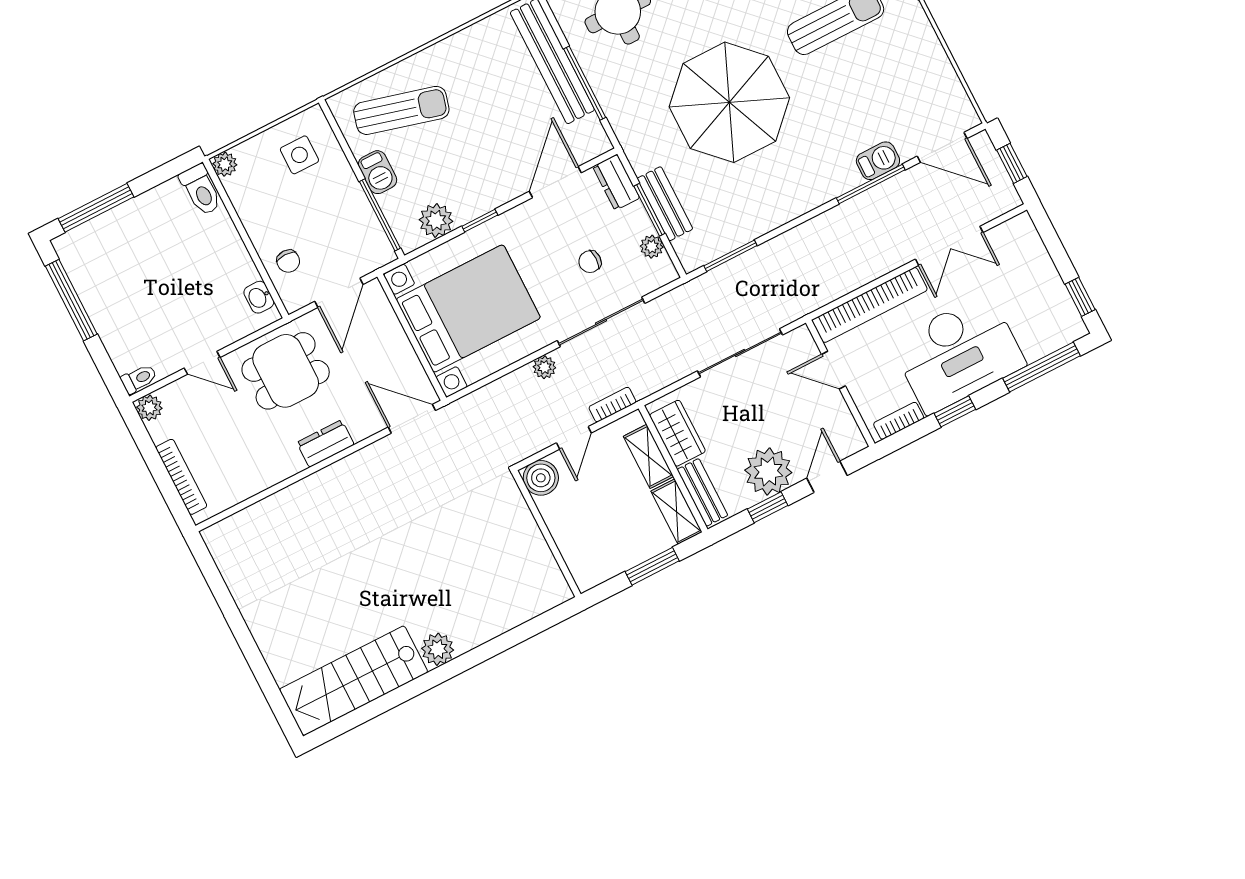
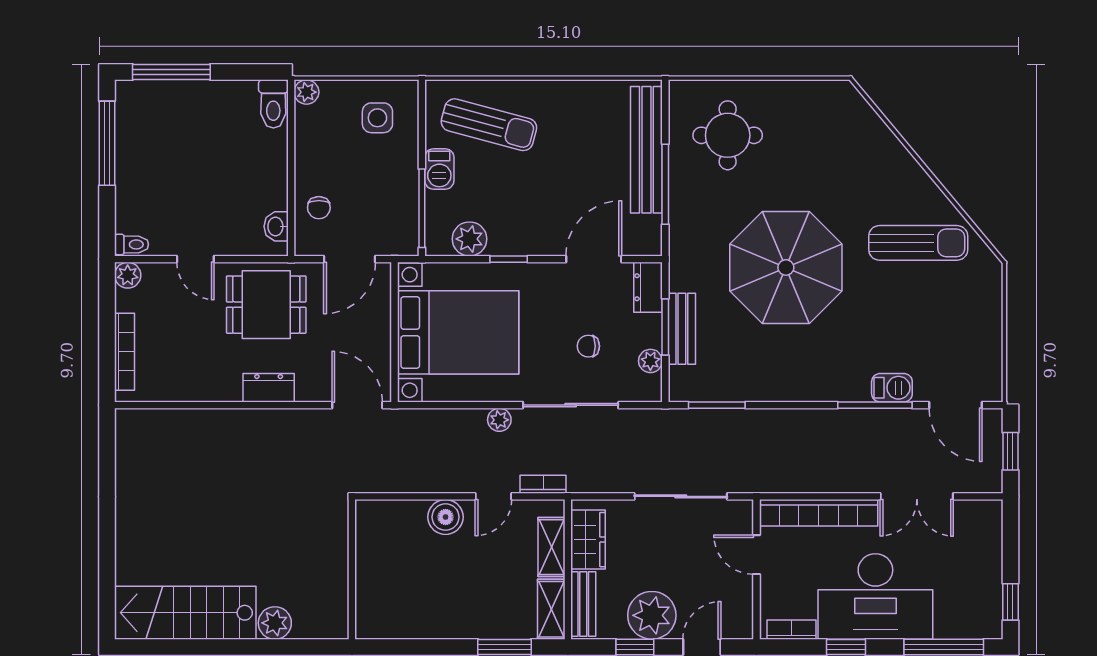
wall: (546, 534) -> (352, 569), moved

